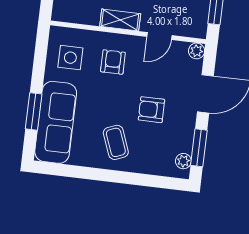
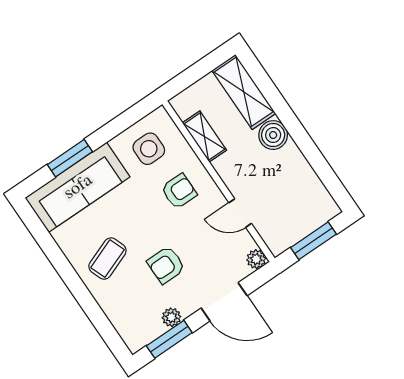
shelving: (120, 20) -> (204, 136), moved
armchair: (151, 110) -> (166, 265), turned -90
plant: (183, 161) -> (171, 317), moved

